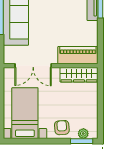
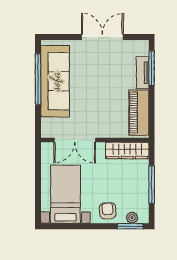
piano: (78, 55) -> (139, 113), moved, turned -90
window: (100, 105) -> (152, 185), added

